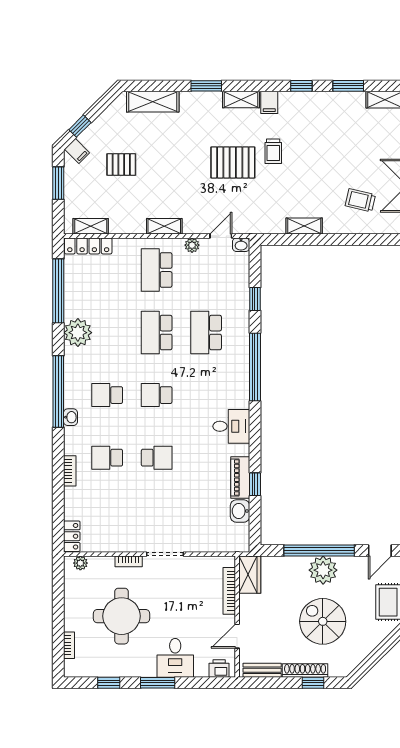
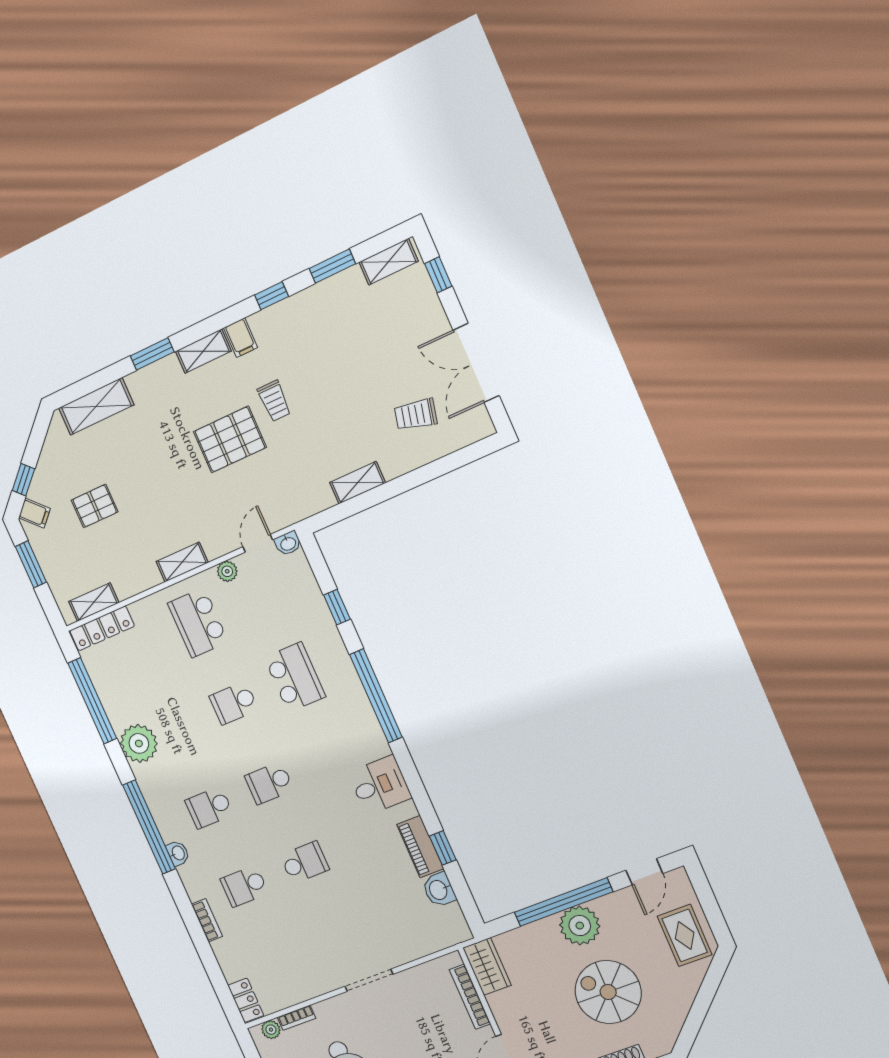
school desk: (157, 333) -> (234, 703), width x0.54
school desk: (206, 333) -> (295, 677), turned 180
bookcase: (129, 561) -> (297, 1018), moved

